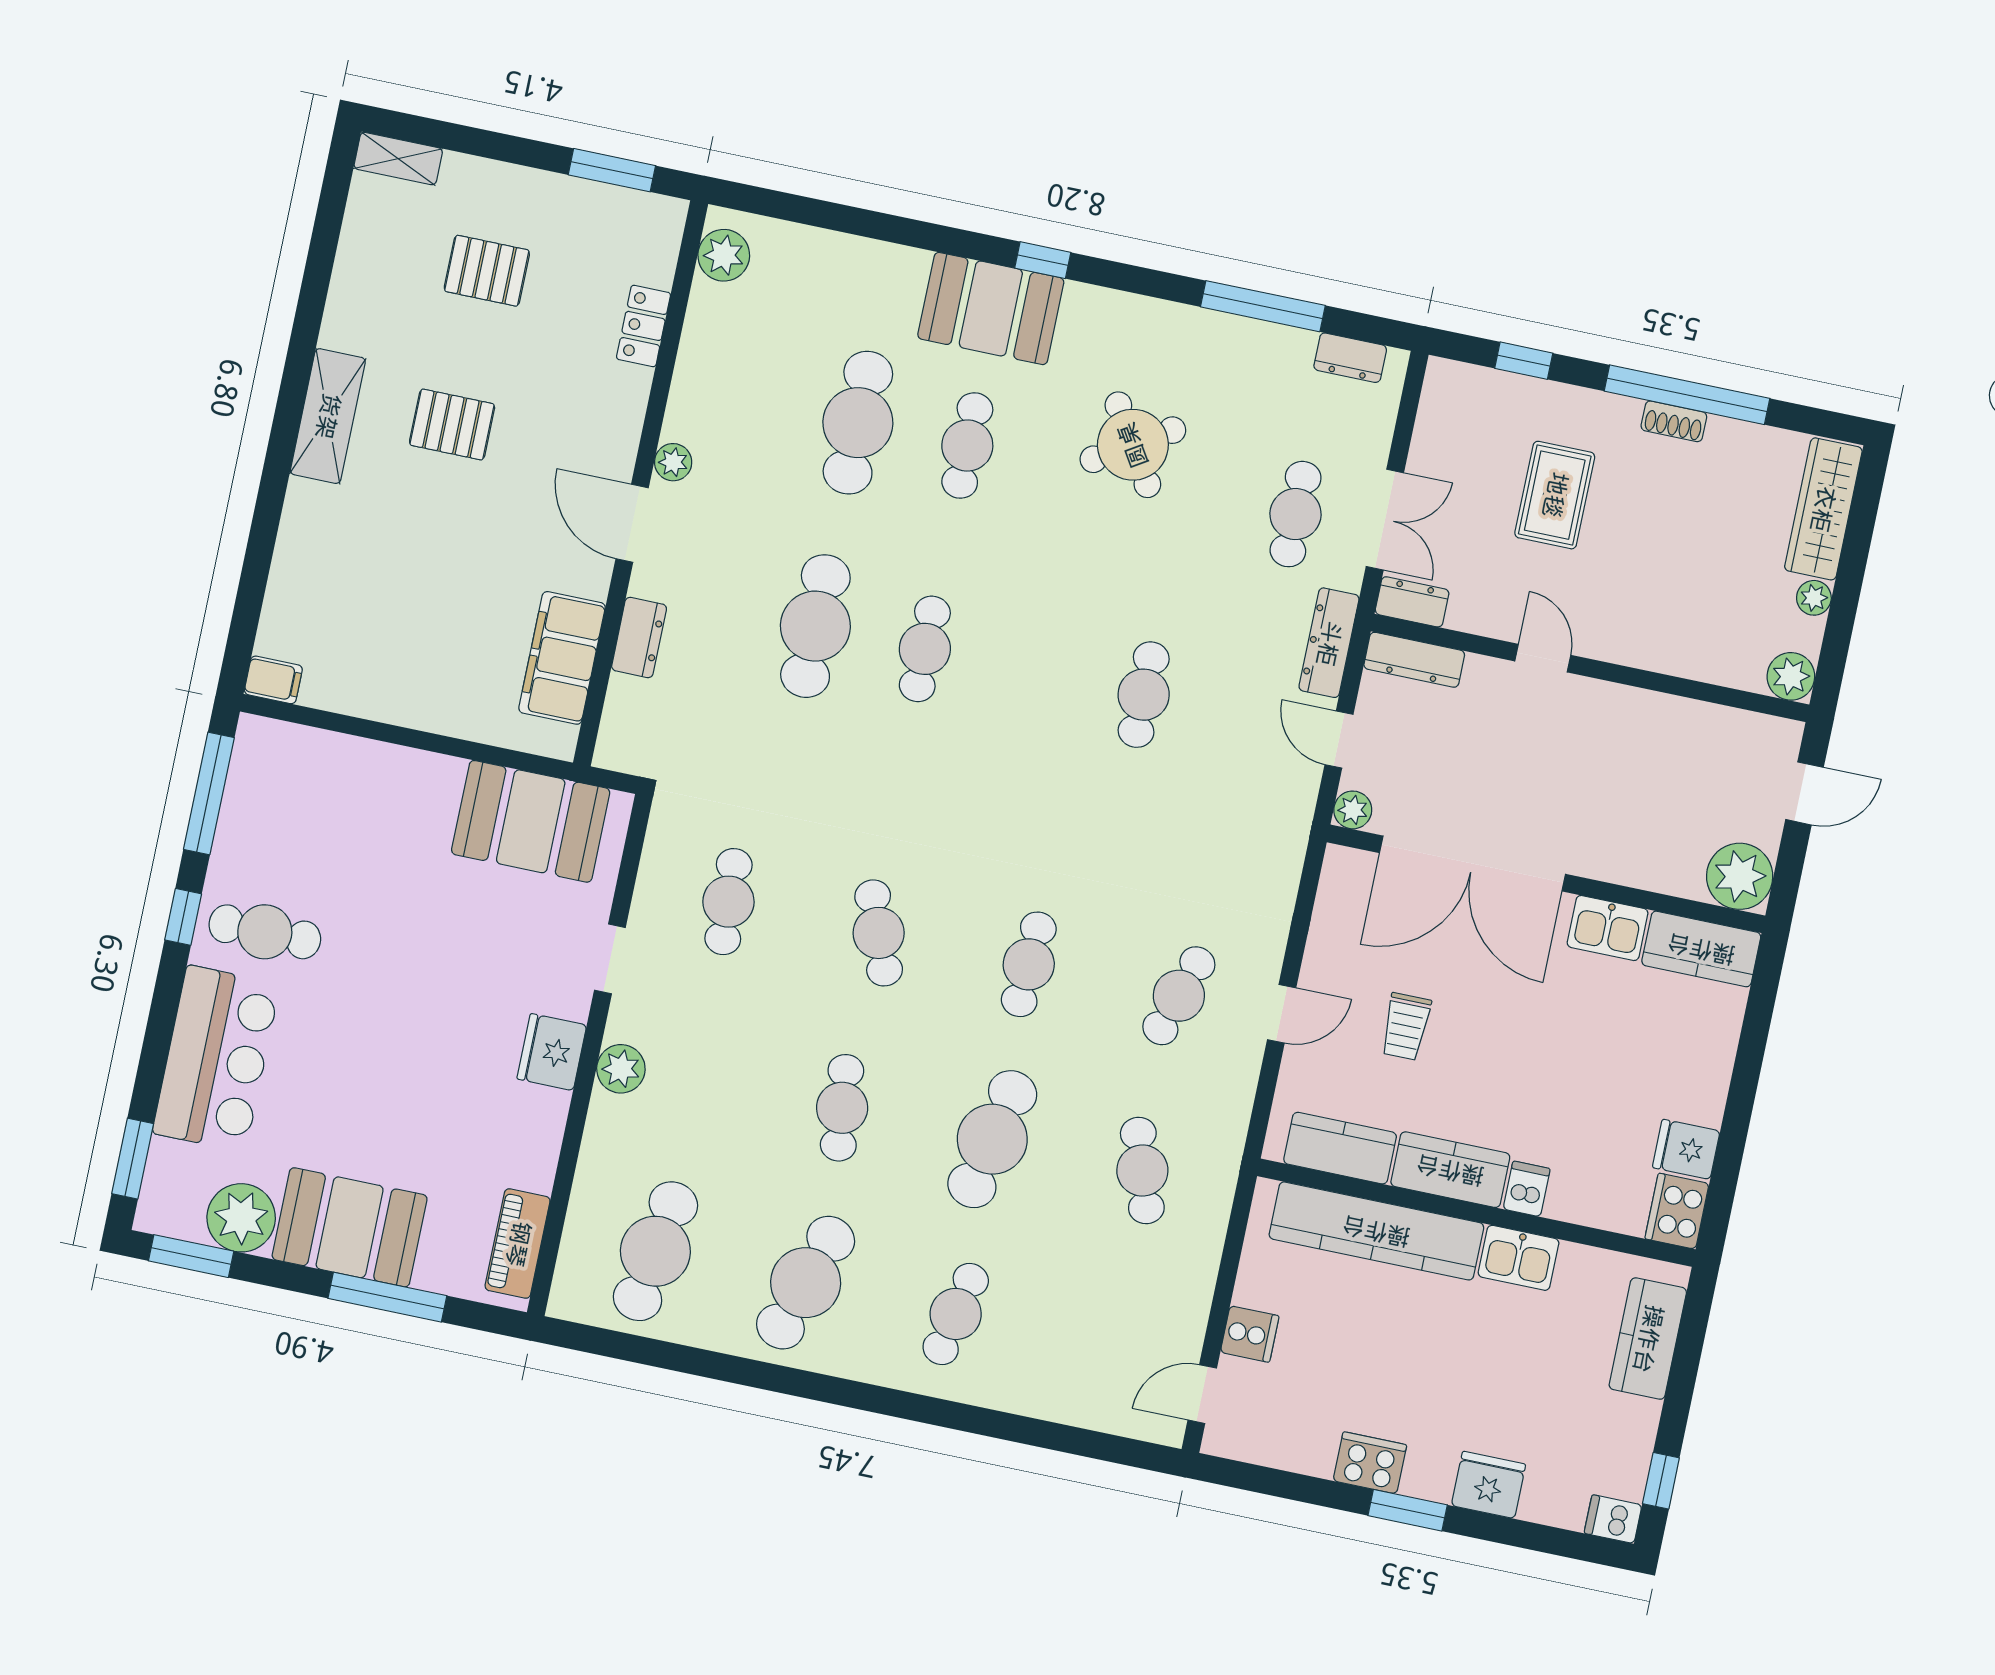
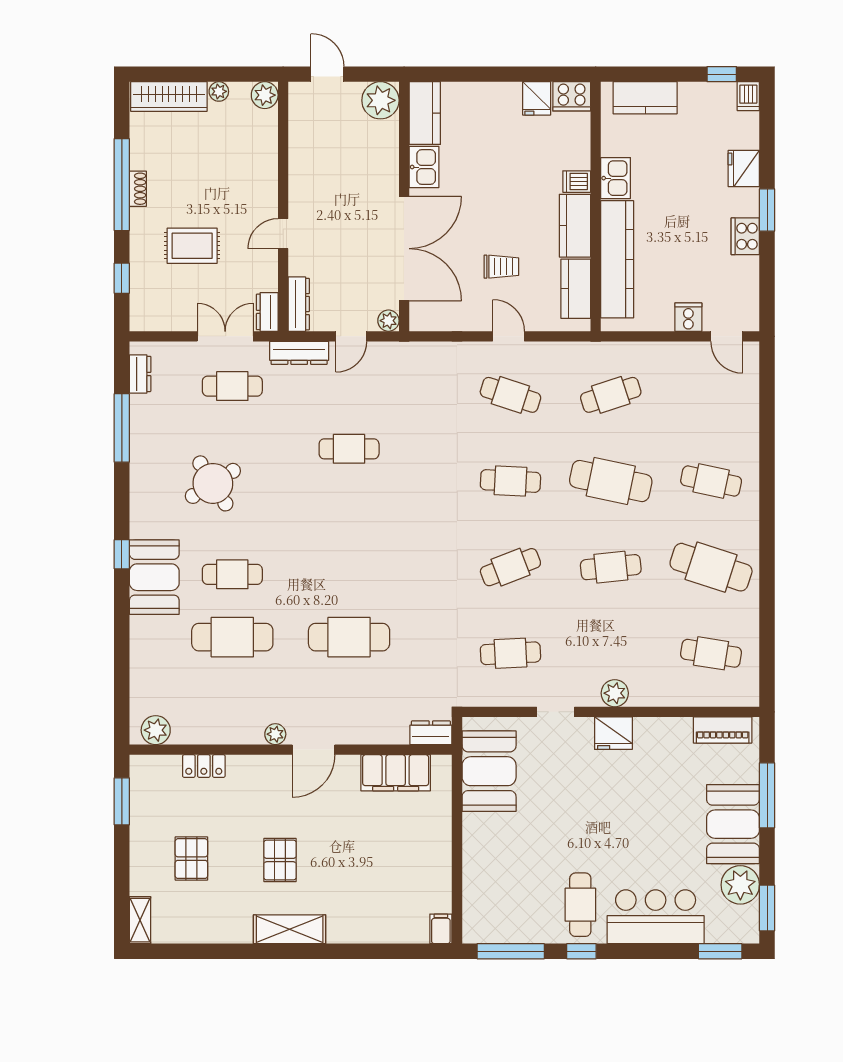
dresser: (639, 637) -> (431, 733), moved
cafe table: (925, 649) -> (349, 574), removed
cafe table: (655, 1251) -> (711, 653), width x0.73, depth x0.74

